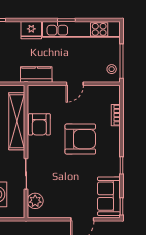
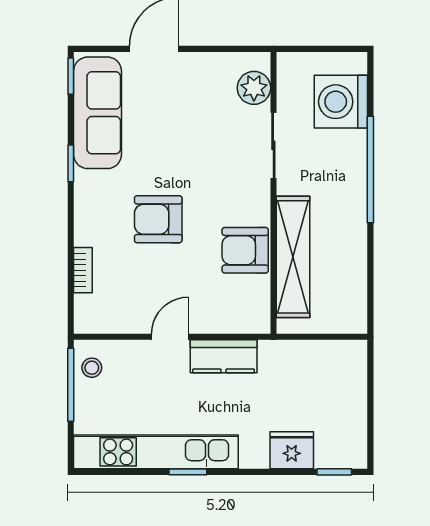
fridge: (31, 30) -> (292, 450), moved
kitchen counter: (36, 74) -> (224, 356), moved
armchair: (39, 124) -> (245, 250), turned -90
armchair: (80, 139) -> (158, 219), width x0.73, depth x0.73
sofa: (109, 196) -> (98, 113), width x1.36

